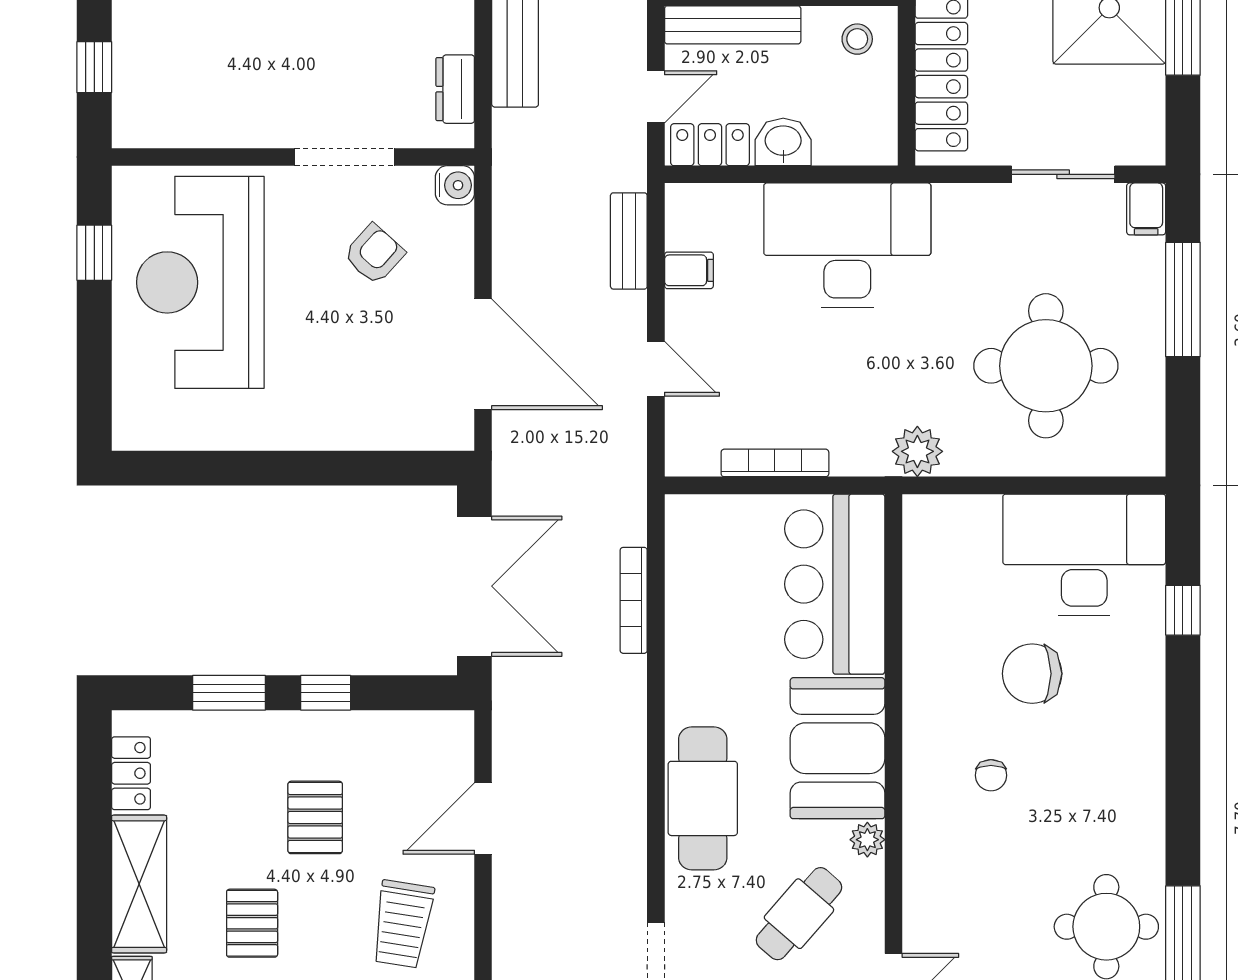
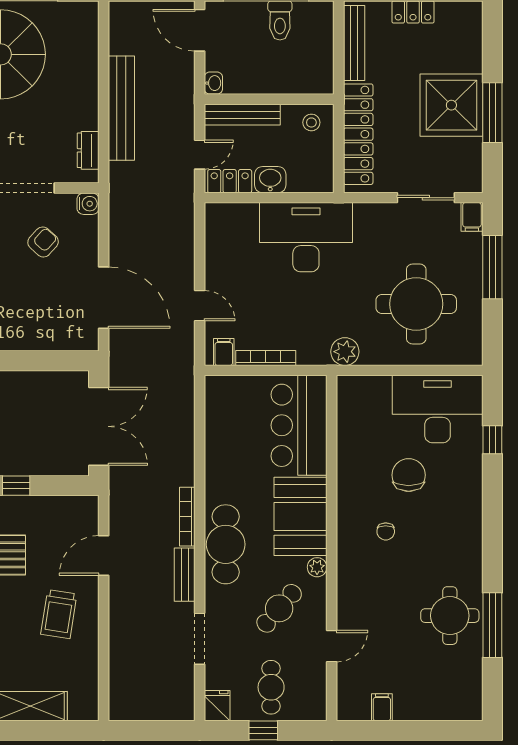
bench: (629, 241) -> (185, 575), moved
filing cabinet: (689, 270) -> (224, 352), moved, turned -90
bookcase: (634, 600) -> (187, 517), moved
chair: (1032, 674) -> (409, 475), turned 90

